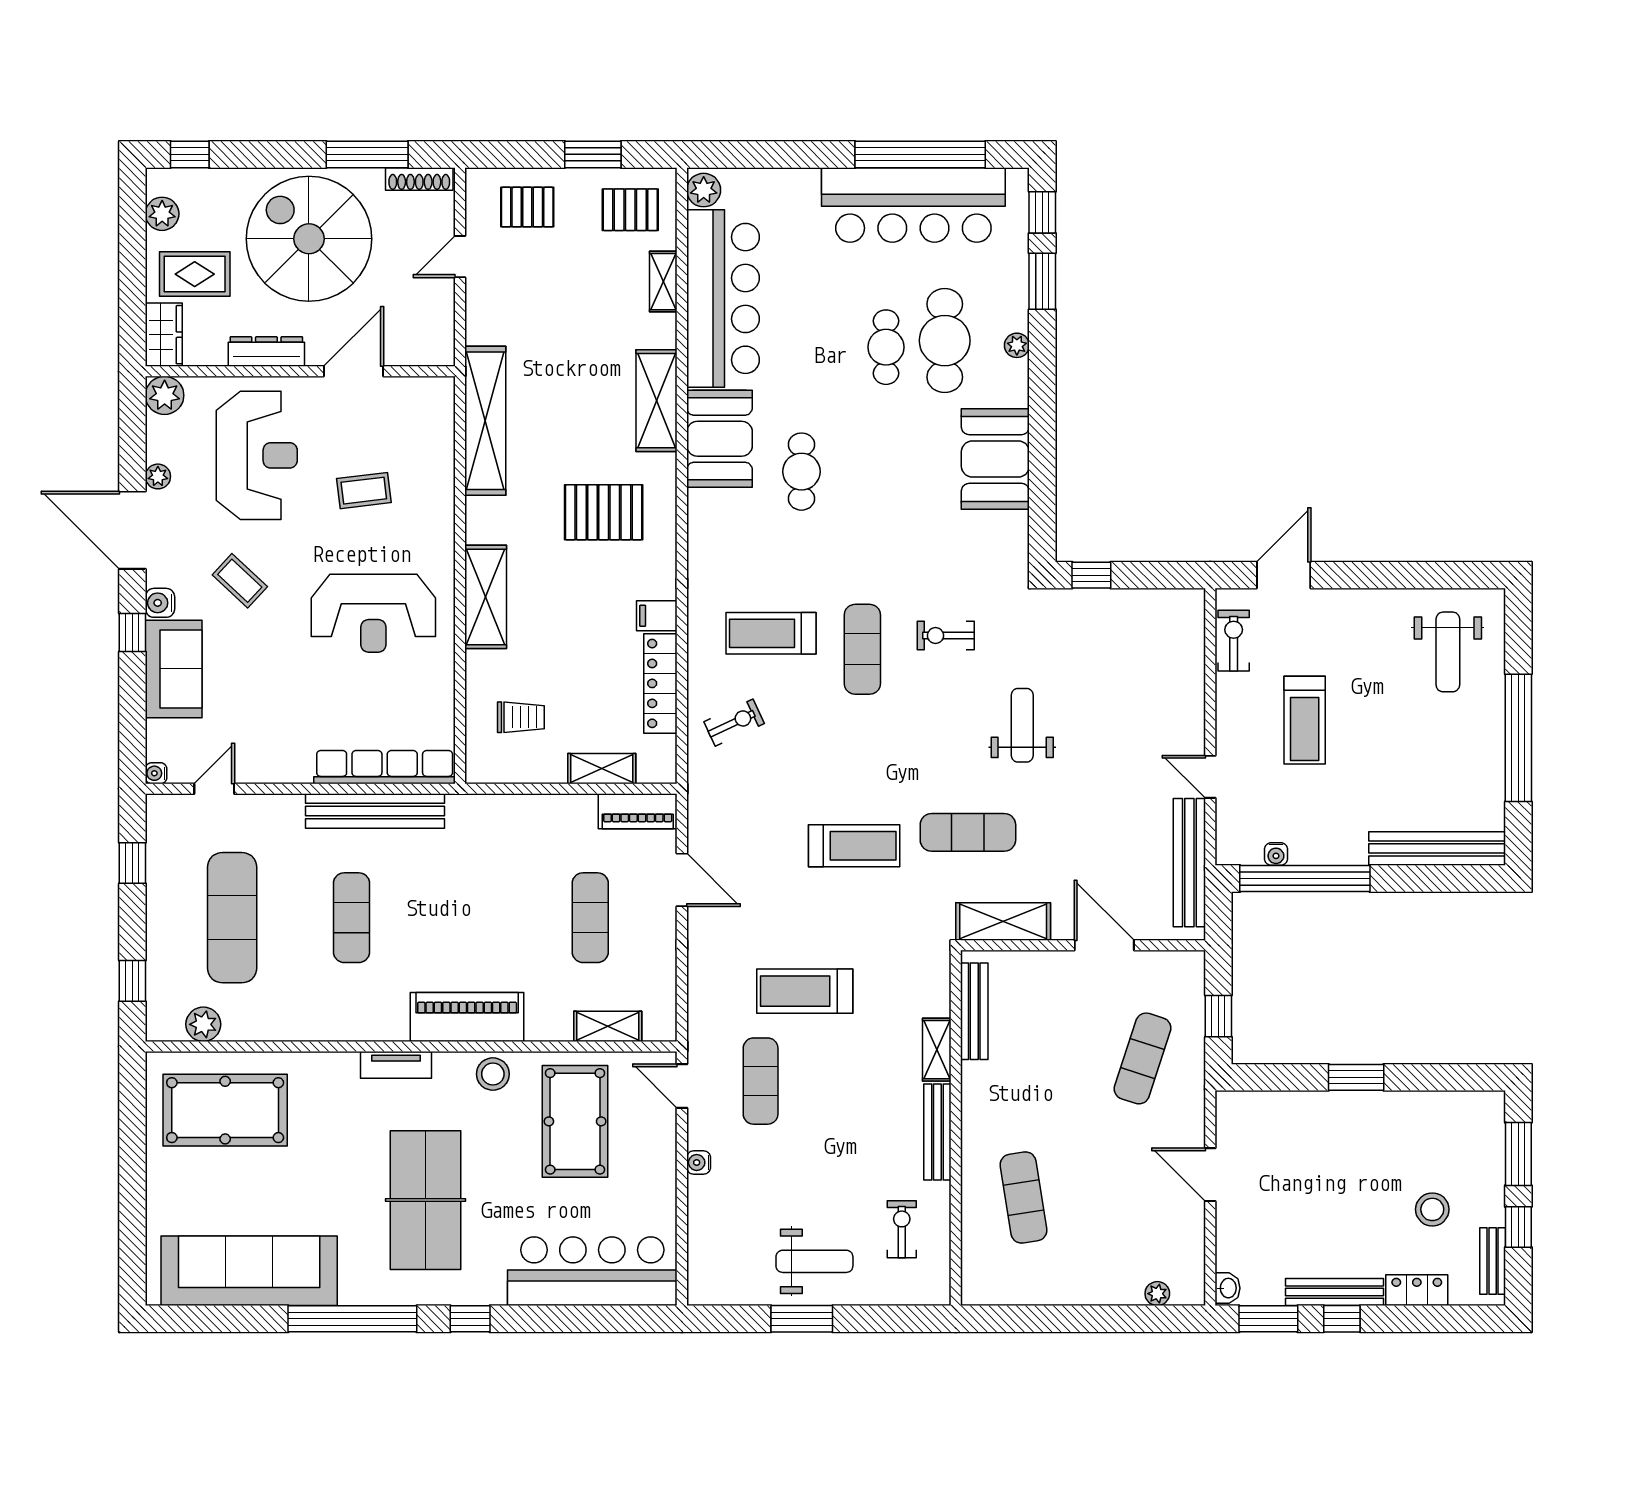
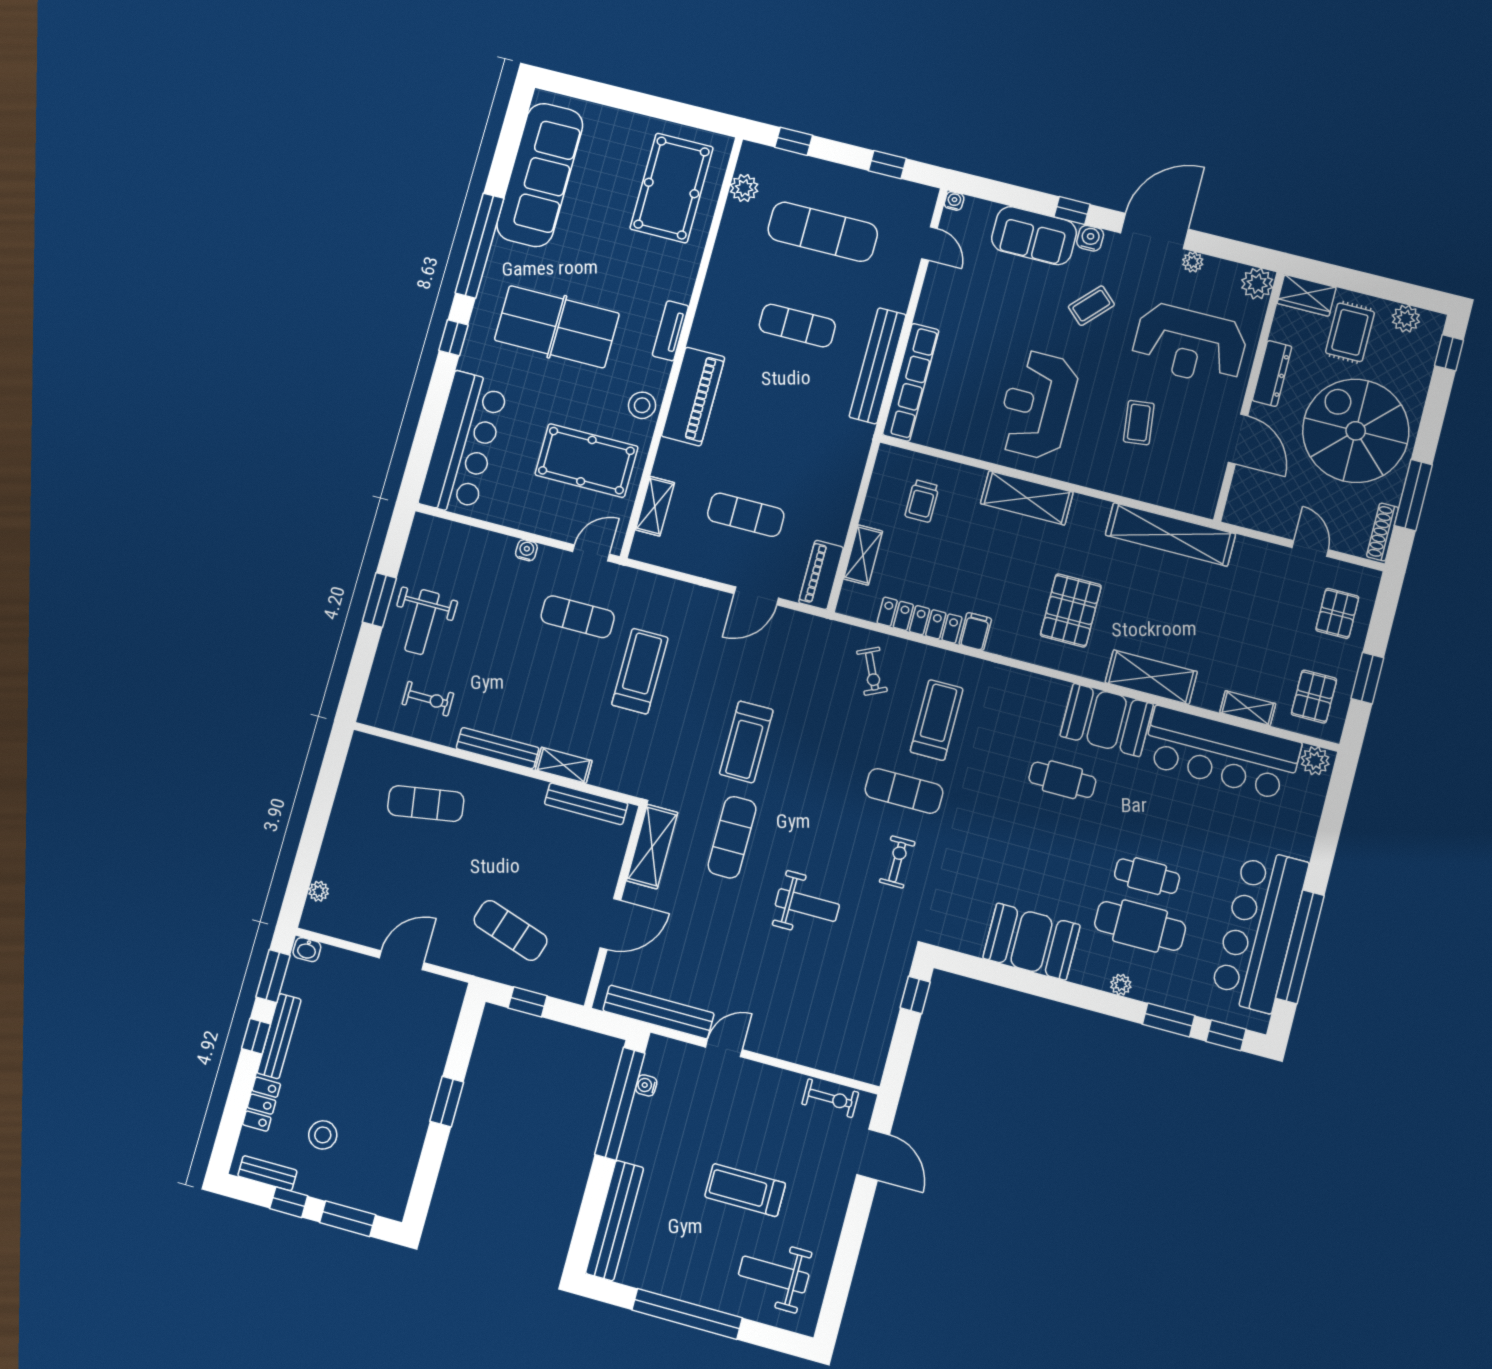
spiral stairs: (309, 239) -> (1356, 431), turned -90
treadmill: (1305, 720) -> (745, 1190), moved

